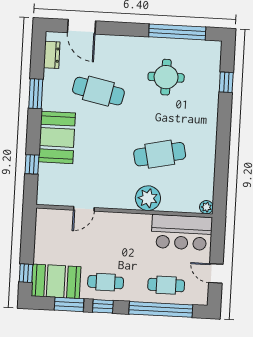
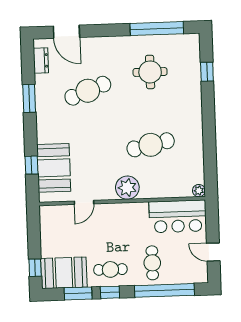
cafe table: (98, 91) -> (88, 91), turned -33
booth: (57, 137) -> (54, 168), moved
plant: (148, 198) -> (127, 188), moved
cafe table: (166, 285) -> (152, 263), moved, turned 90

